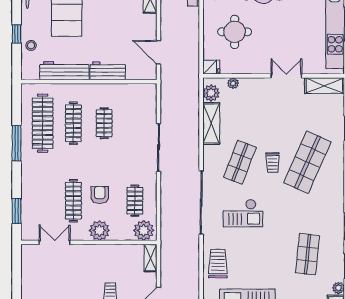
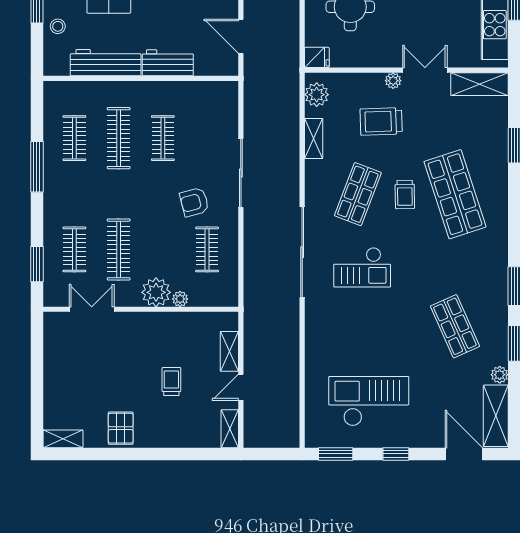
plant: (233, 83) -> (393, 81), moved
clothes rail: (43, 123) -> (74, 138), width x0.54, depth x0.76
shelving: (211, 123) -> (314, 138), width x0.67, depth x0.75
shop shelf: (307, 162) -> (455, 194), turned -42
armchair: (100, 195) -> (194, 202), moved, turned -105
clothes rail: (43, 201) -> (74, 249), added
plant: (144, 230) -> (180, 299), moved, width x0.53, depth x0.53
shop shelf: (307, 254) -> (455, 326), turned -30
shelving: (150, 258) -> (229, 351), moved
trolley: (218, 264) -> (381, 121), moved, turned -92

